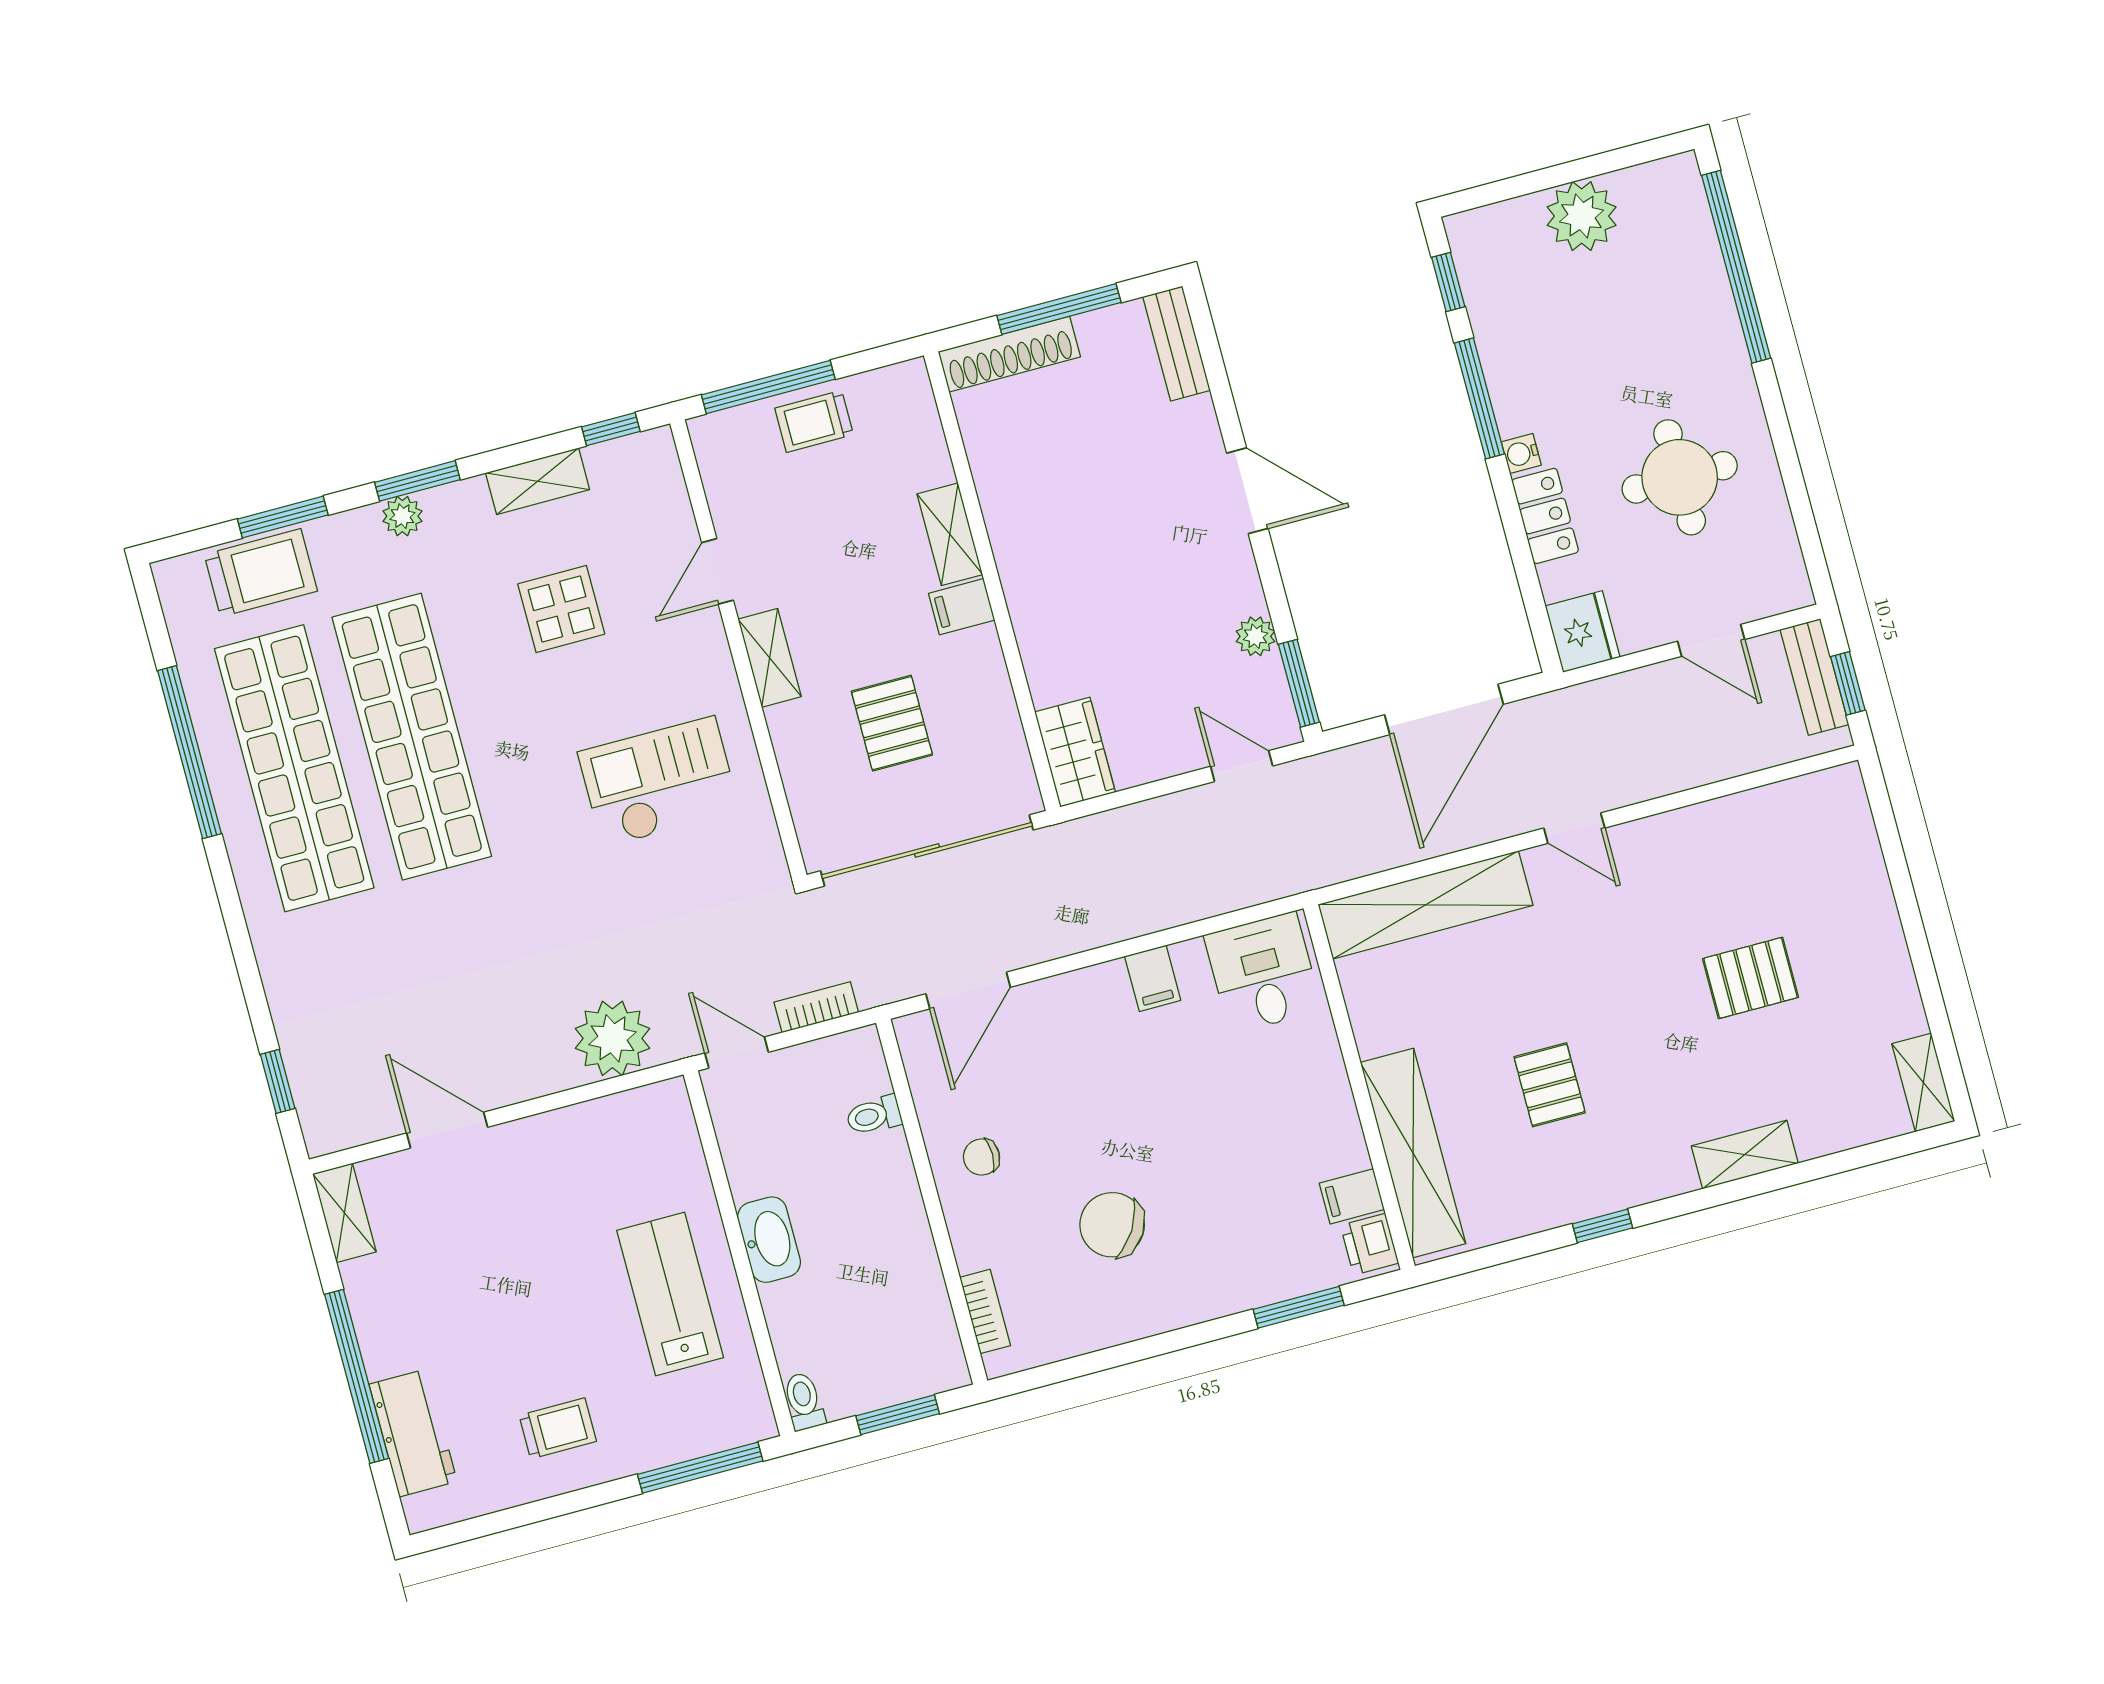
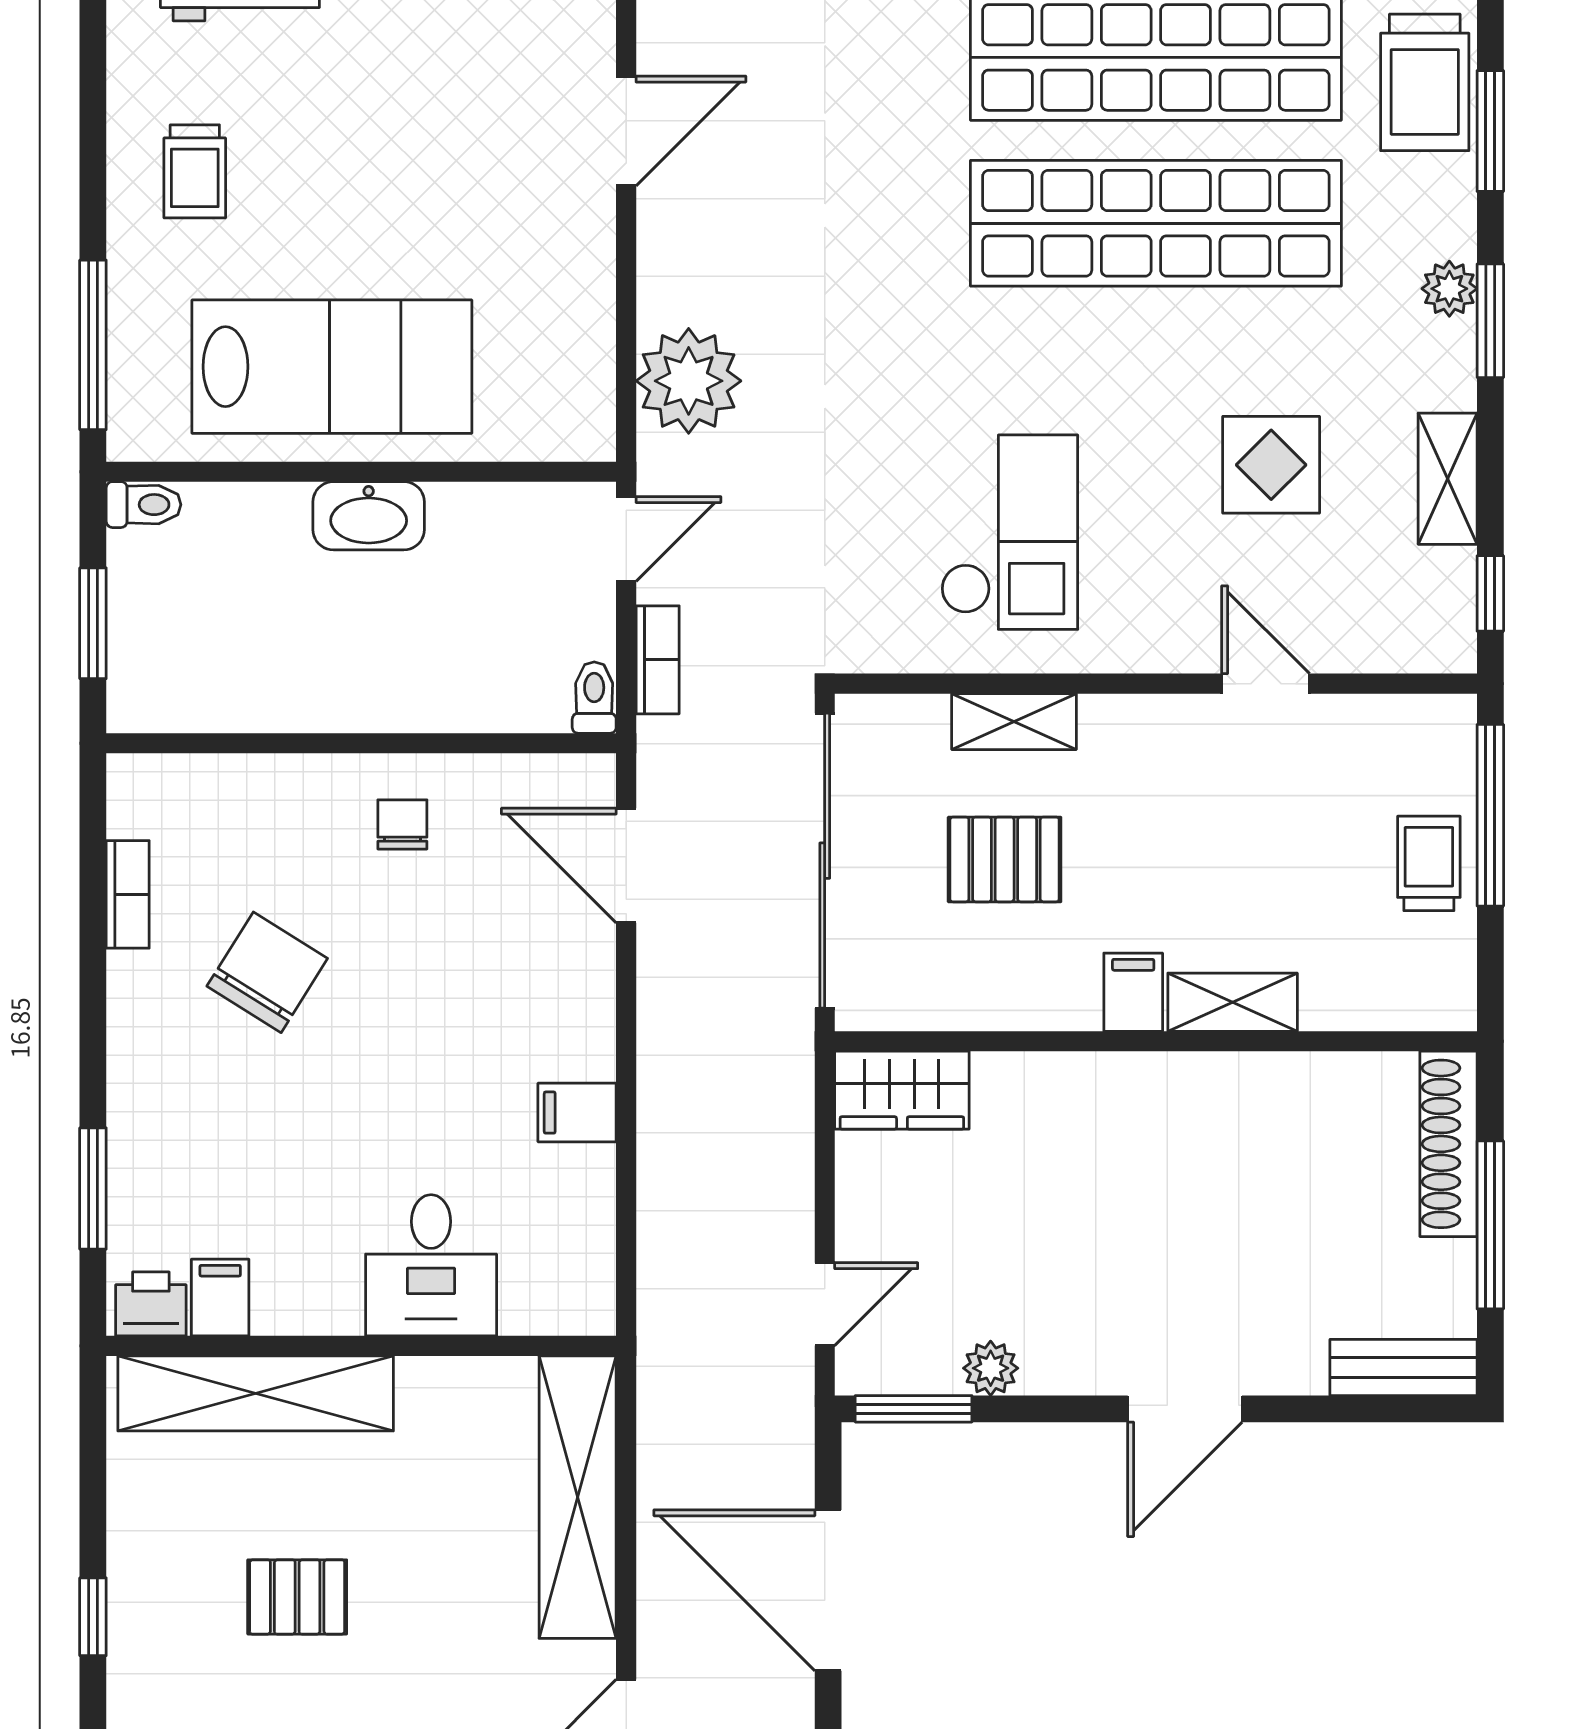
shelving: (770, 658) -> (1014, 722), moved
desk: (1263, 973) -> (431, 1265), moved, turned 90
toilet: (874, 1115) -> (594, 698), moved
lab bench: (670, 1294) -> (332, 367), width x1.36, depth x1.39
bookcase: (985, 1311) -> (128, 894), moved, turned -90

